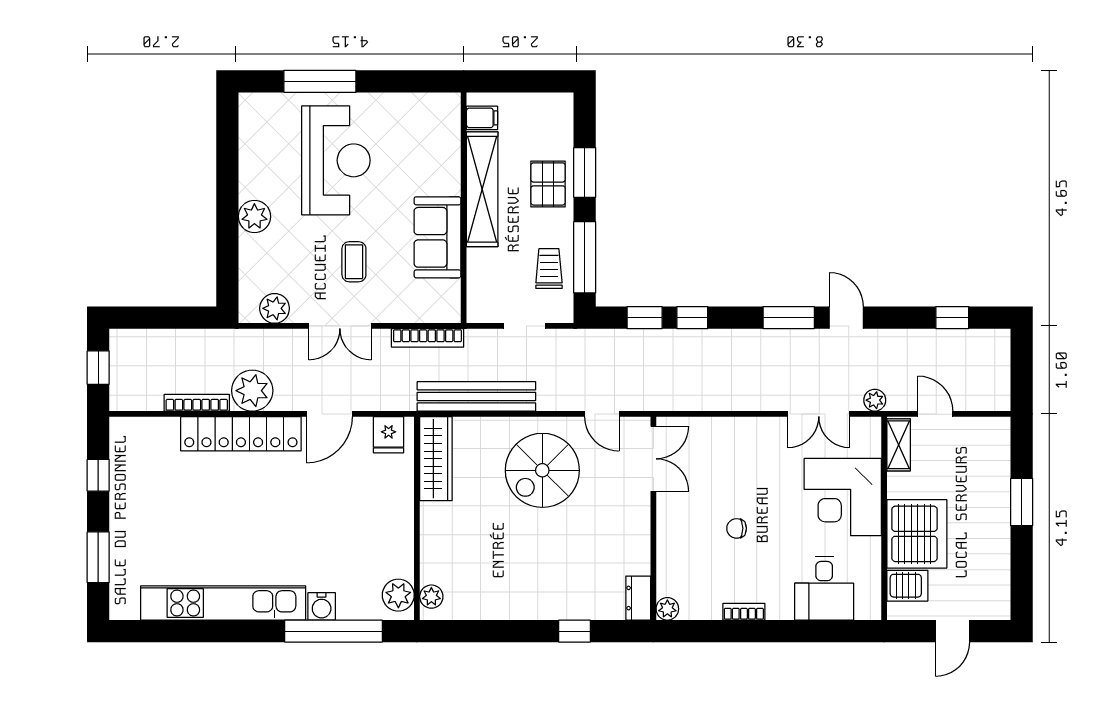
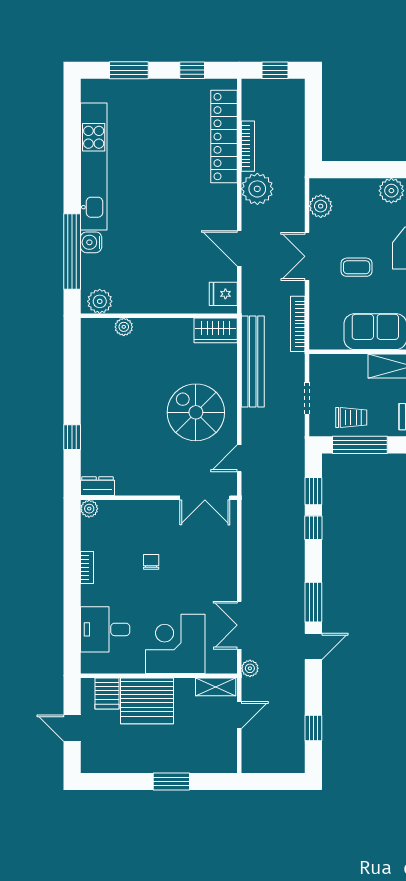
locker: (241, 434) -> (224, 137), moved
wardrobe: (436, 459) -> (216, 330), width x0.67
plant: (431, 597) -> (124, 327), moved

